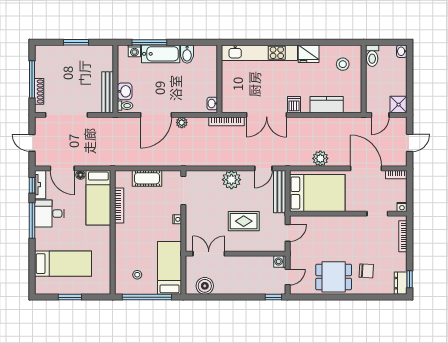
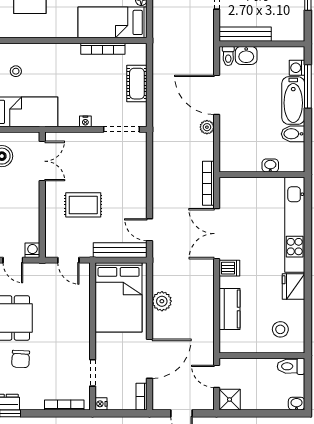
washbasin: (212, 103) -> (270, 165), moved
plant: (231, 180) -> (135, 190), removed
rug: (244, 221) -> (83, 205), turned 90

